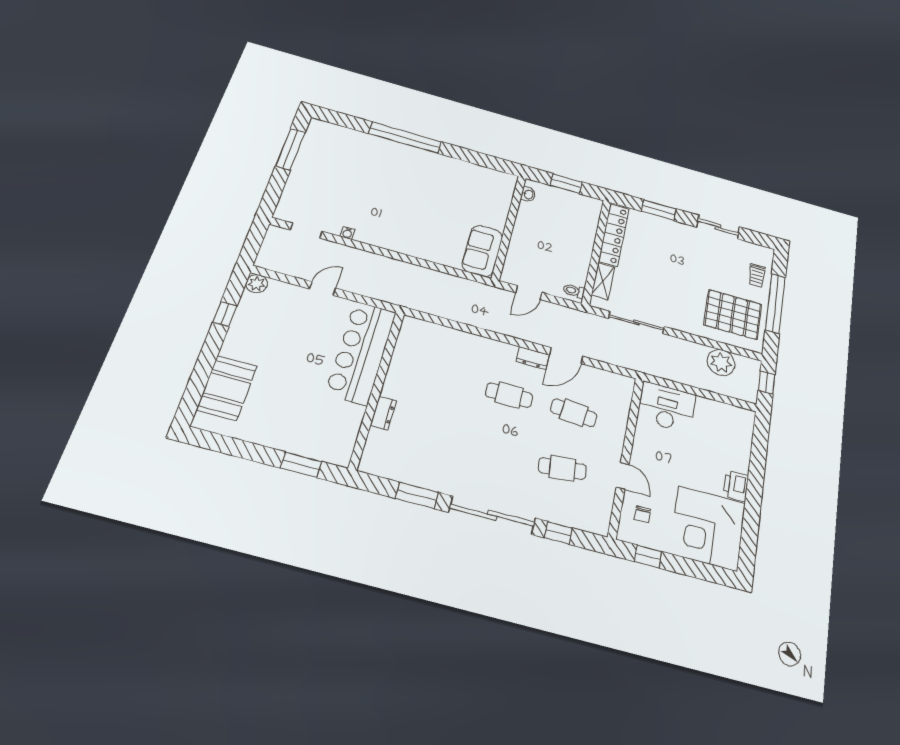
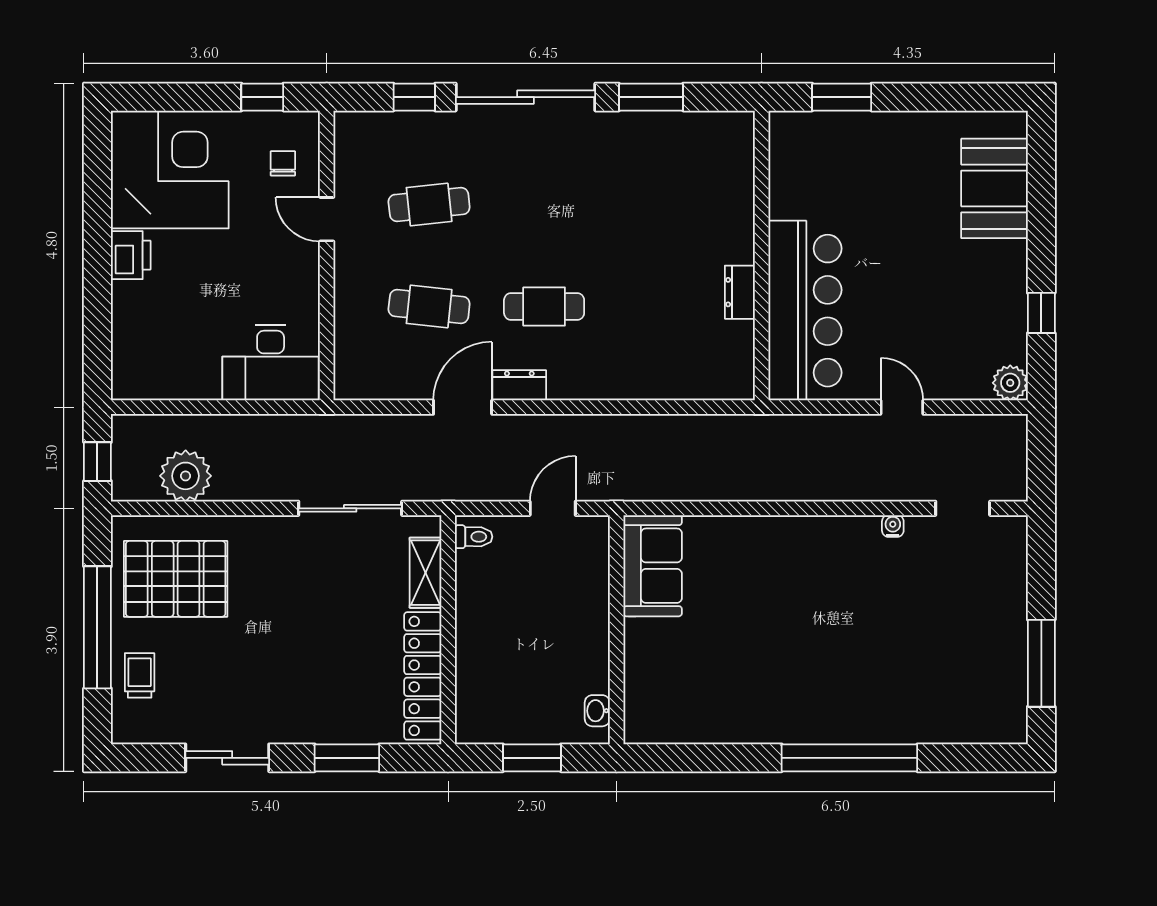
door: (323, 288) -> (902, 407), swing flipped
dresser: (383, 413) -> (740, 292), moved

